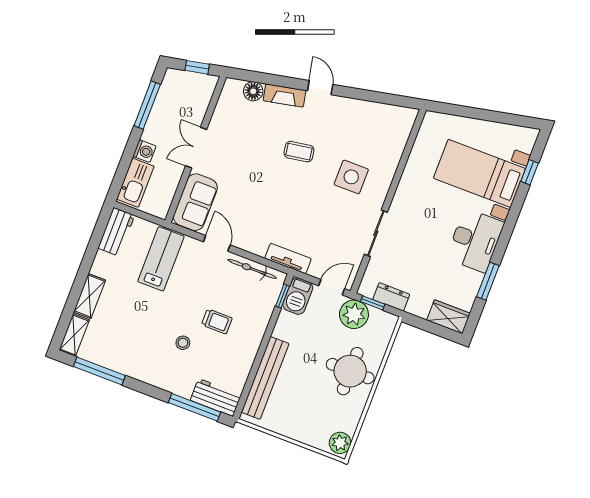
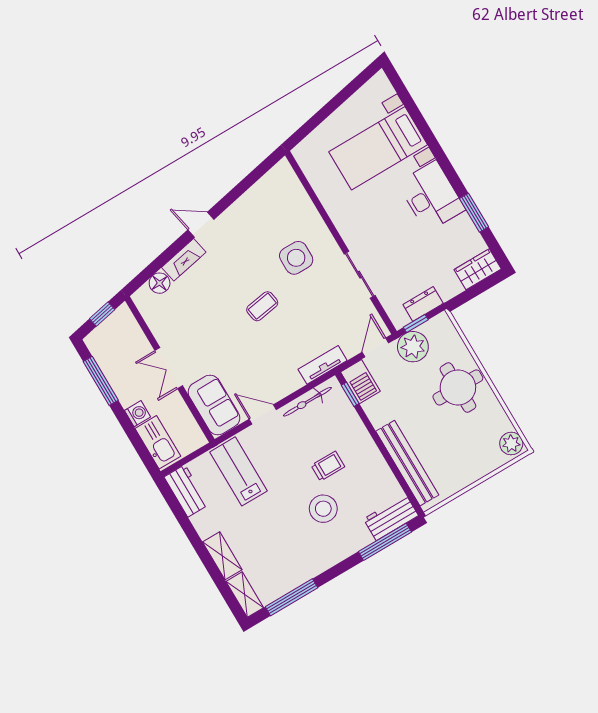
coffee table: (299, 152) -> (262, 306), moved
window: (530, 172) -> (410, 106), removed
stool: (183, 343) -> (323, 509), width x1.89, depth x1.89

